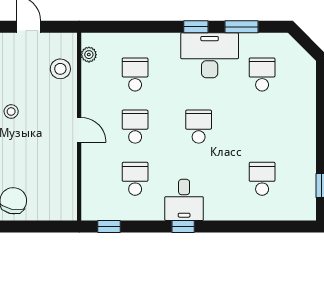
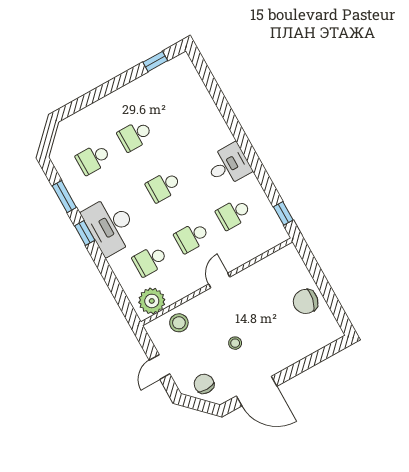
plant: (89, 55) -> (152, 301), width x1.88, depth x1.88
desk: (210, 55) -> (110, 226), moved
school desk: (262, 179) -> (135, 136), moved
window: (183, 226) -> (250, 154), removed

